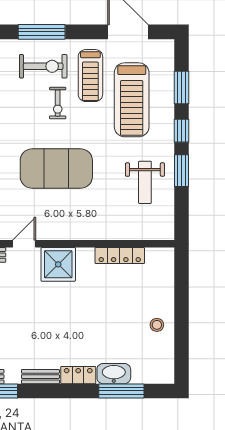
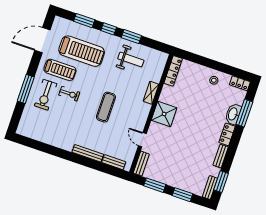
exercise bike: (43, 66) -> (46, 95), turned 180
exercise mat: (56, 169) -> (106, 107), width x0.50, depth x0.69
shelving: (103, 232) -> (151, 93), added
locker: (120, 255) -> (173, 71), moved
shower: (58, 264) -> (164, 114), moved
locker: (166, 368) -> (240, 83), added

